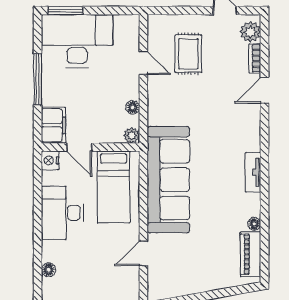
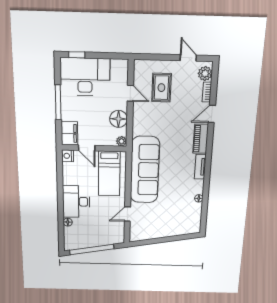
window: (66, 11) -> (77, 55), width x0.67
floor lamp: (133, 107) -> (119, 119), width x1.89, depth x1.89
desk: (62, 213) -> (76, 202), moved
piano: (251, 254) -> (201, 139), moved

